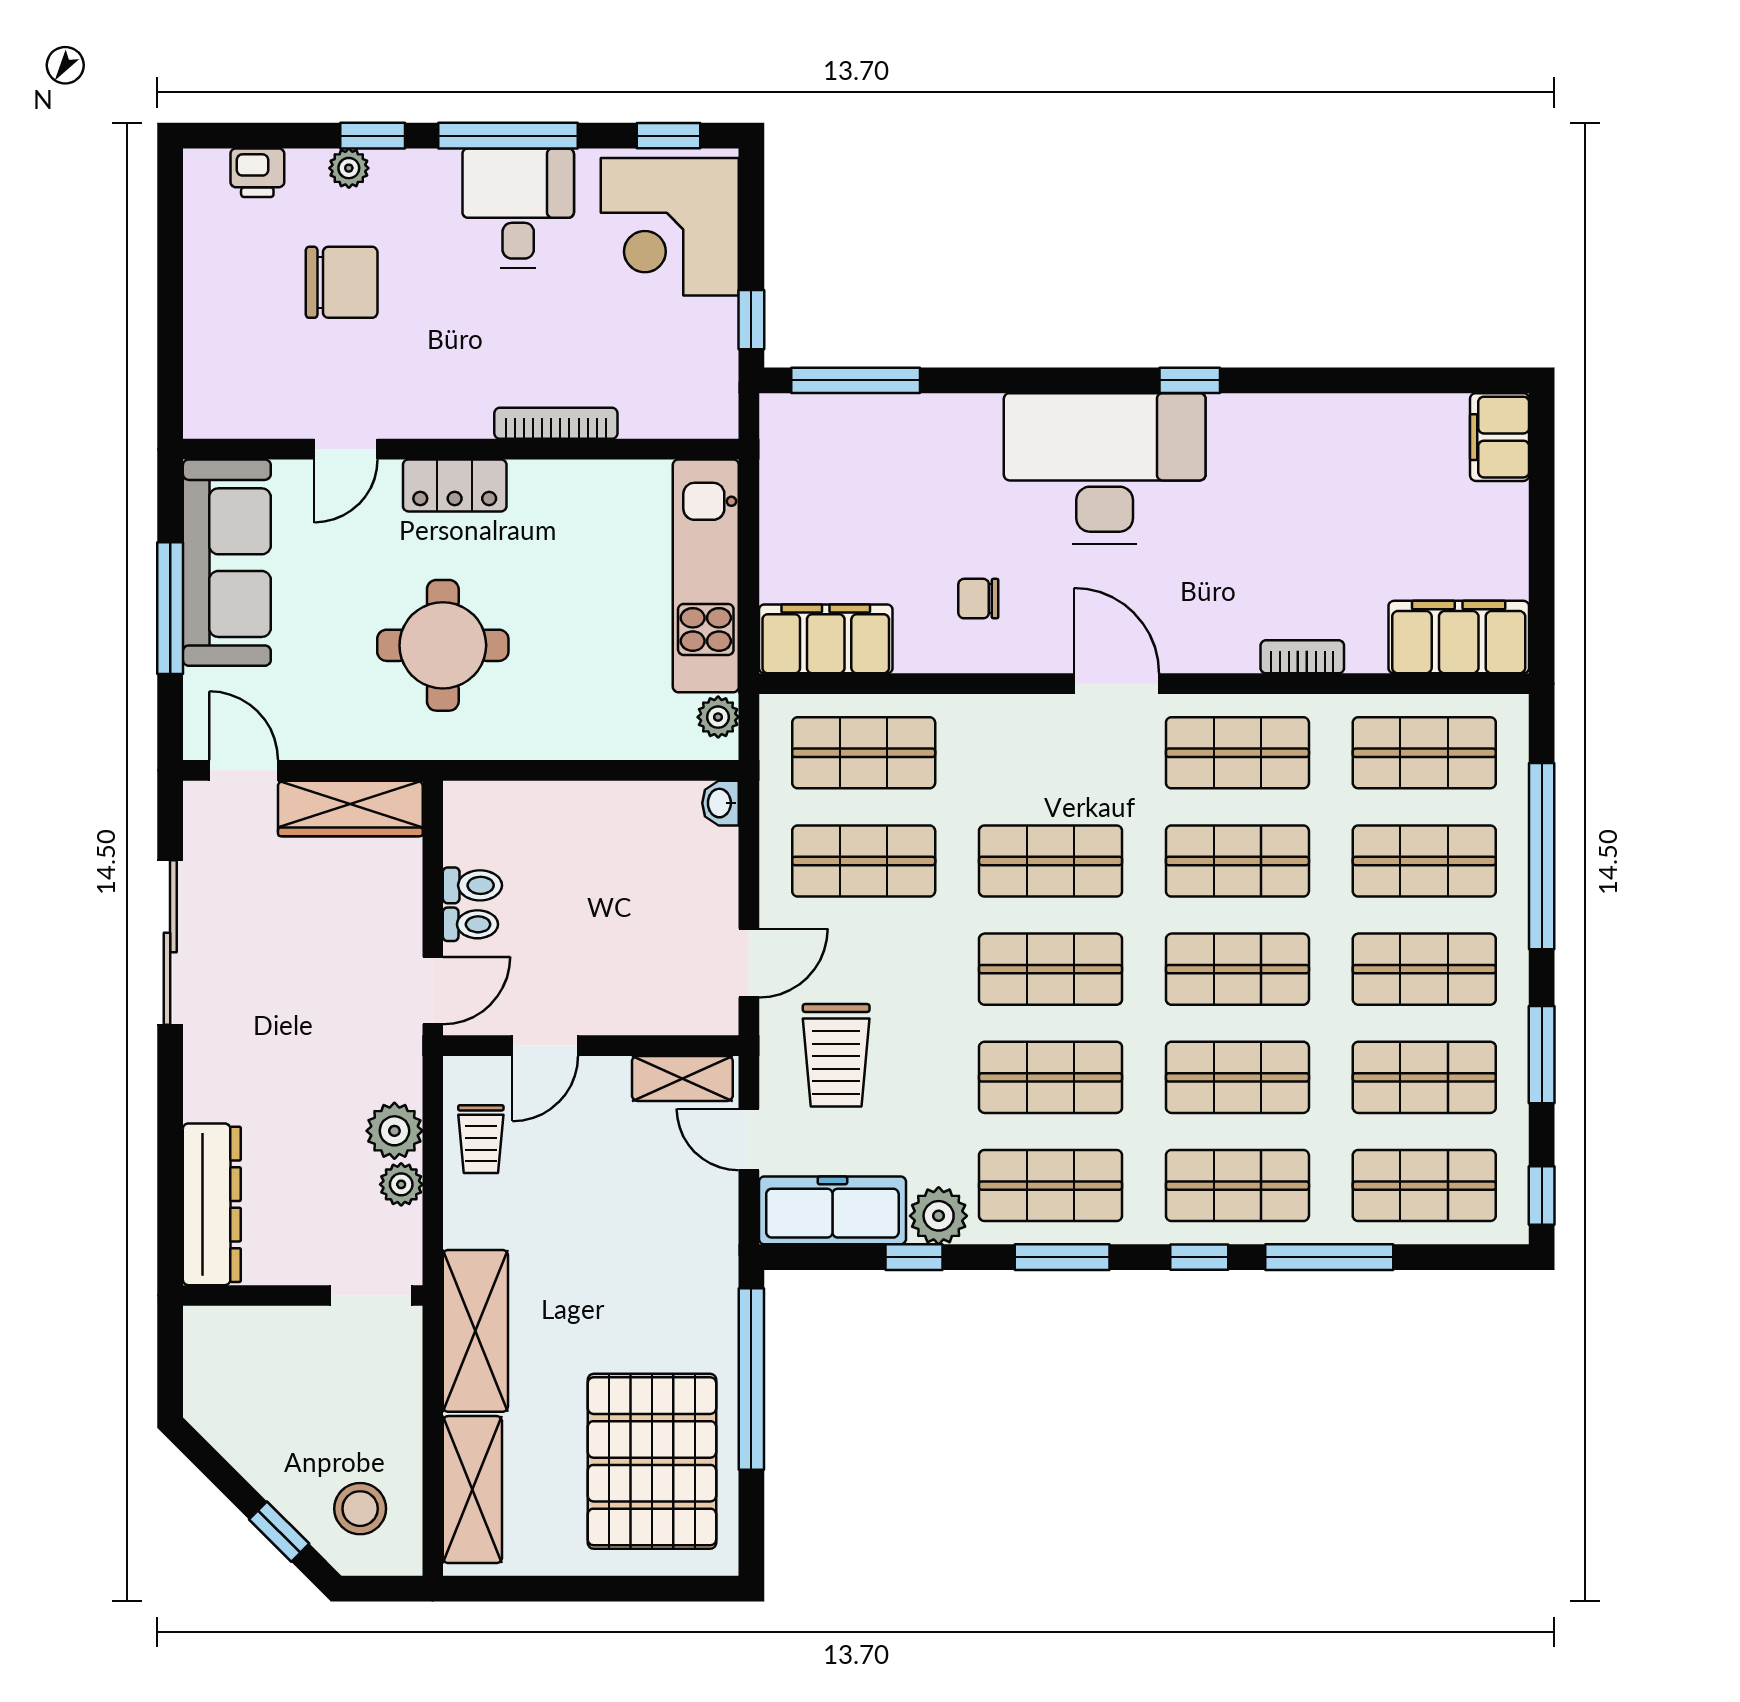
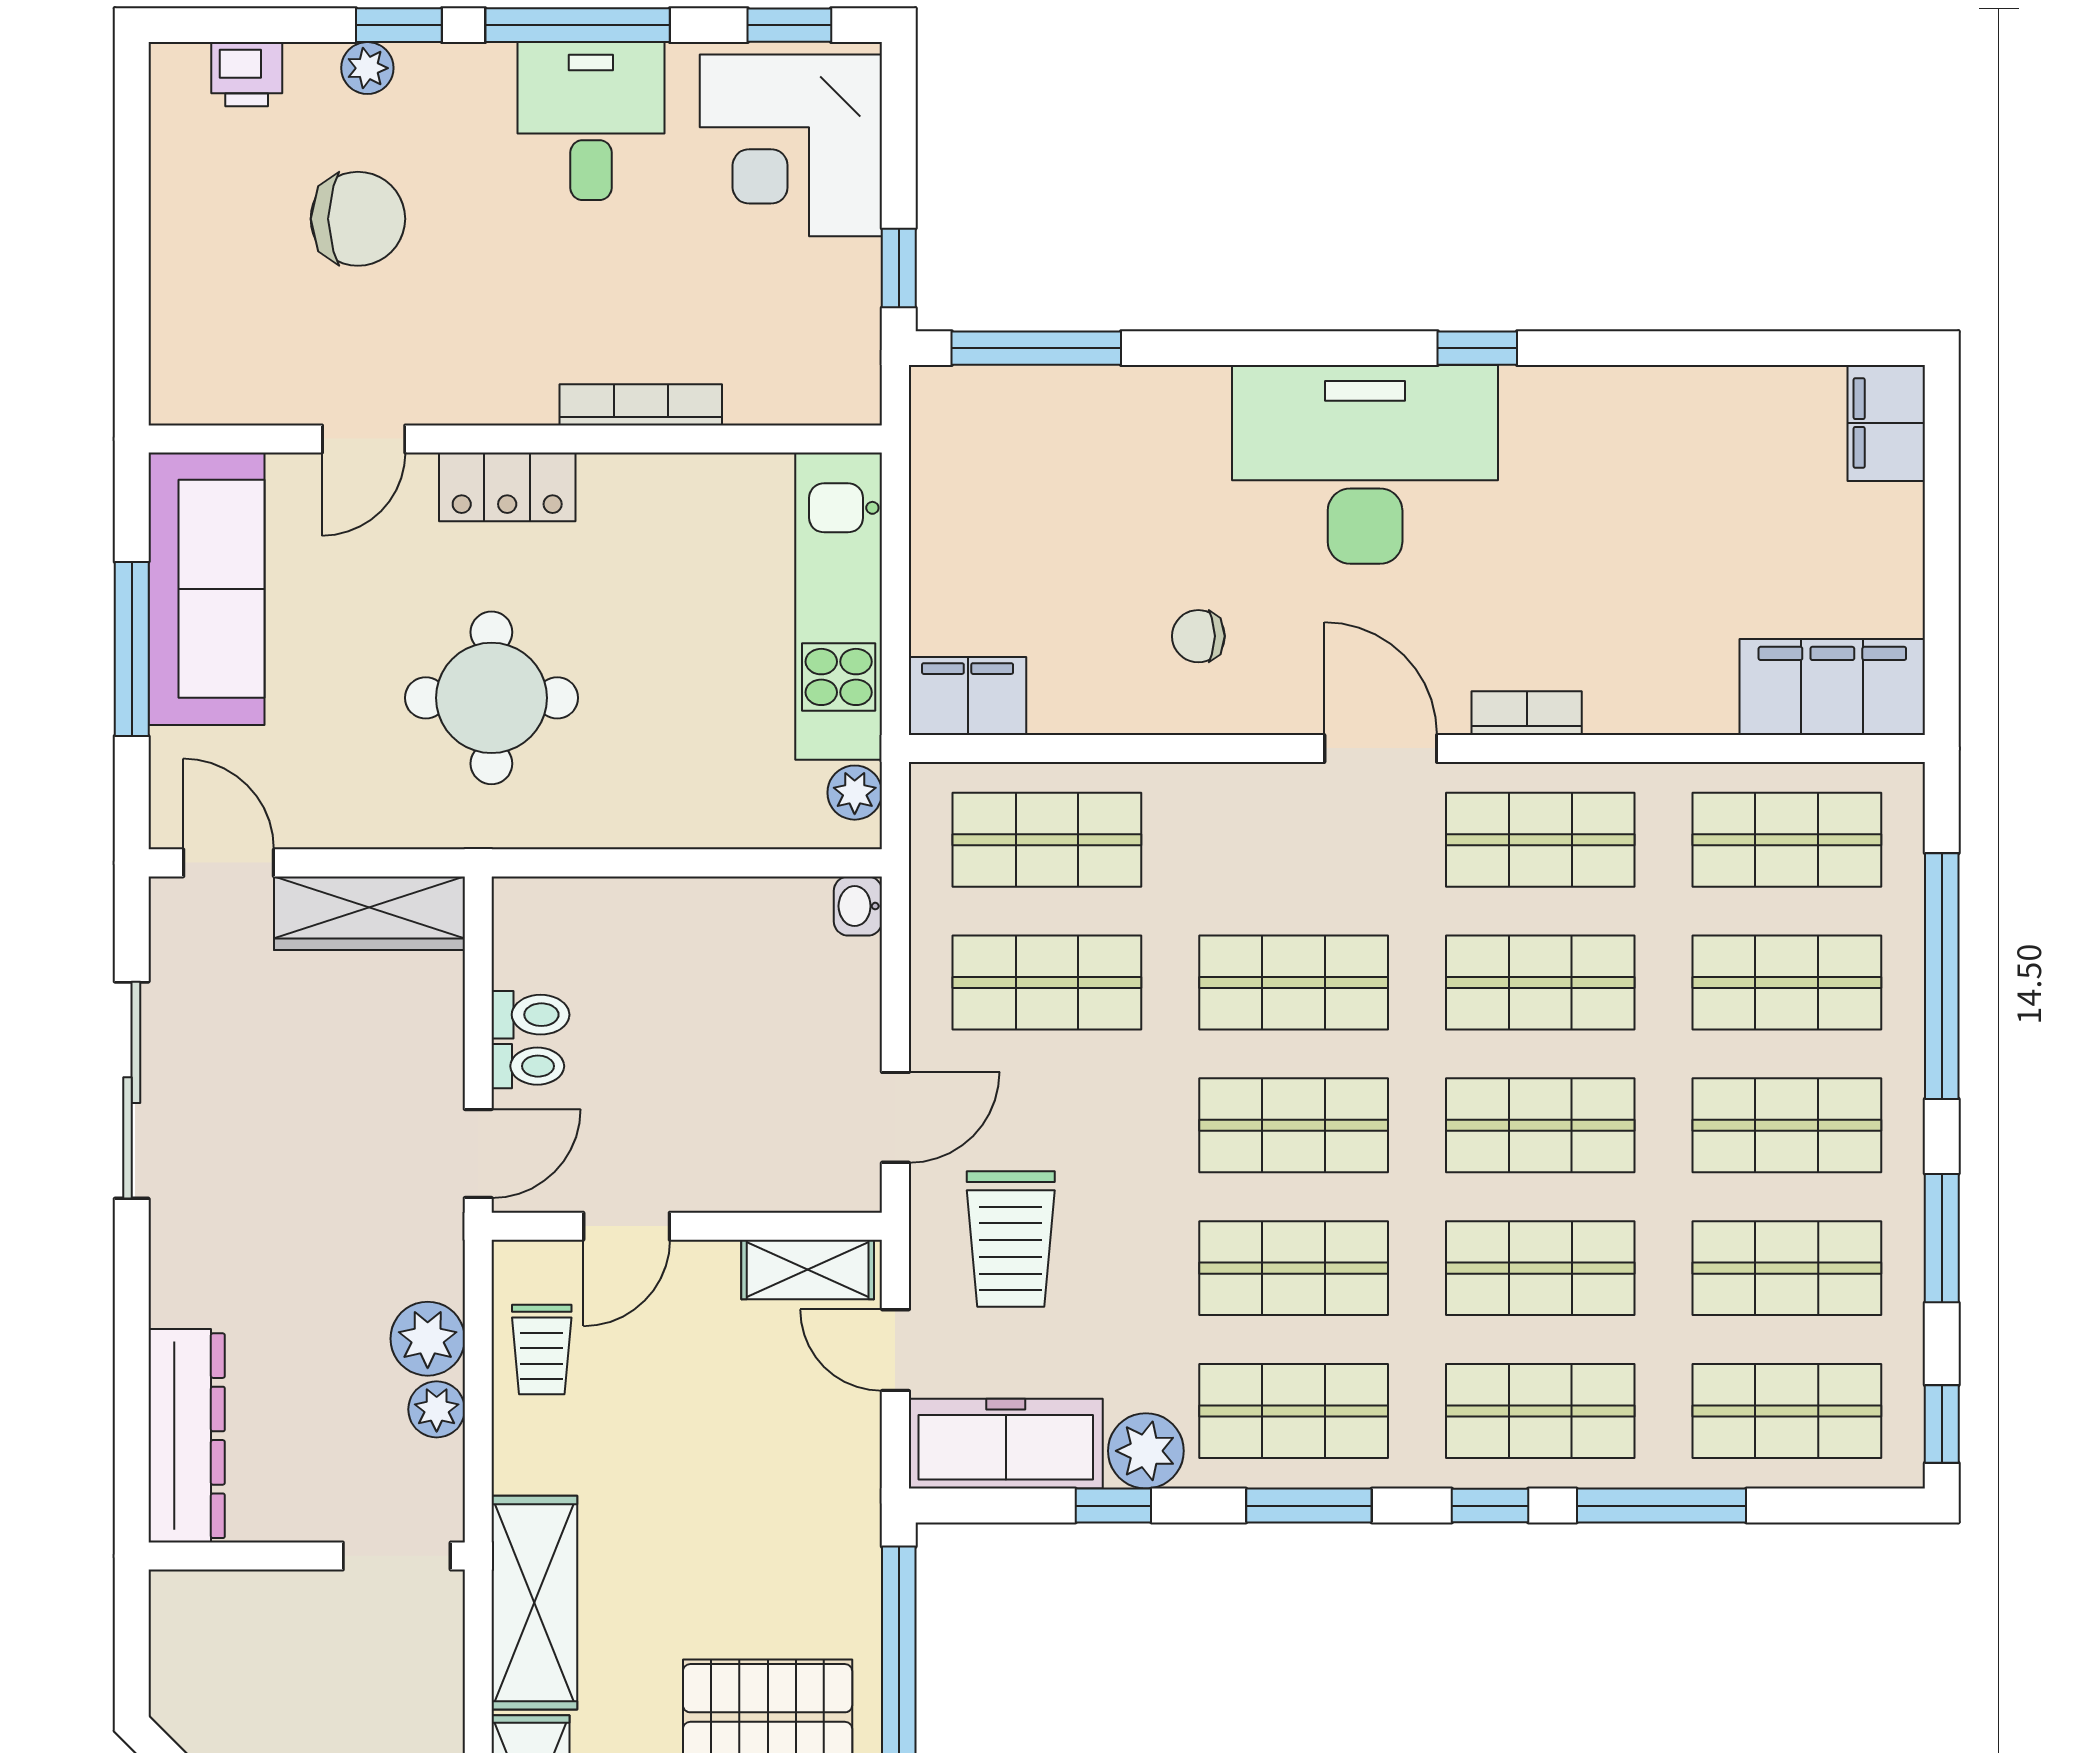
filing cabinet: (826, 639) -> (968, 696), width x0.67, depth x0.86
bookcase: (1302, 657) -> (1527, 713), moved

